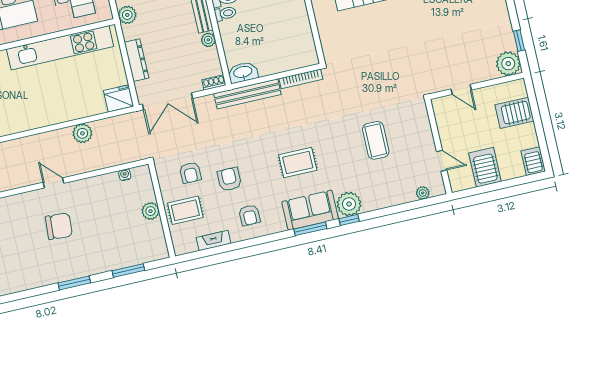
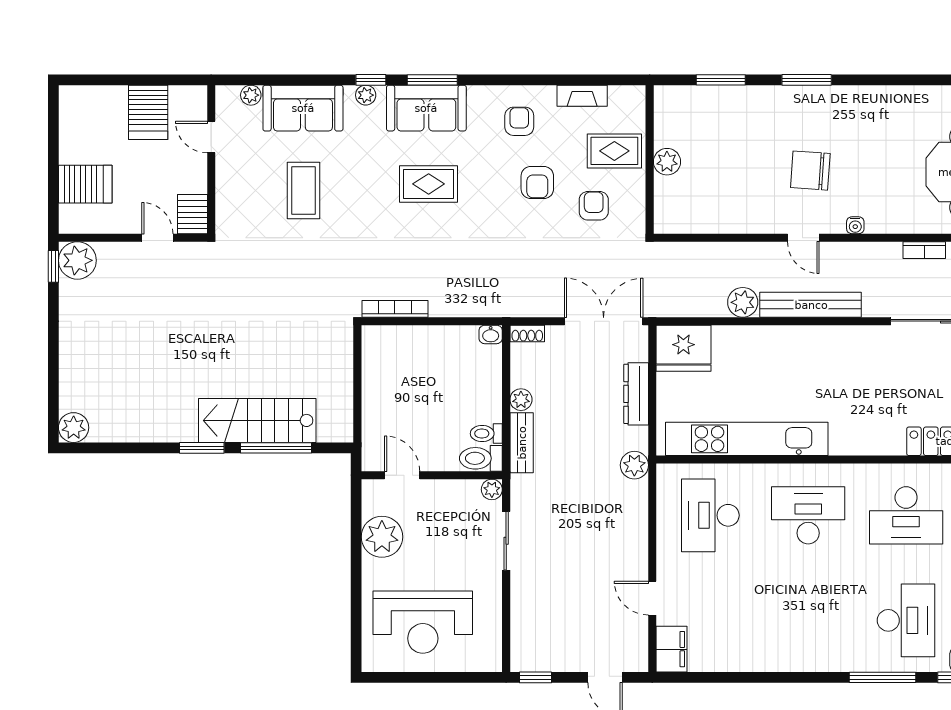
window: (519, 41) -> (53, 266), moved
washbasin: (243, 72) -> (491, 334), width x0.52, depth x0.69
bench: (247, 94) -> (811, 305), moved
fridge: (119, 98) -> (683, 348), width x1.36, depth x1.34
server rack: (533, 161) -> (192, 214), moved, turned 180
water cooler: (125, 175) -> (855, 225), moved
sofa: (388, 192) -> (303, 108), added
plant: (349, 204) -> (366, 95), width x0.53, depth x0.53

